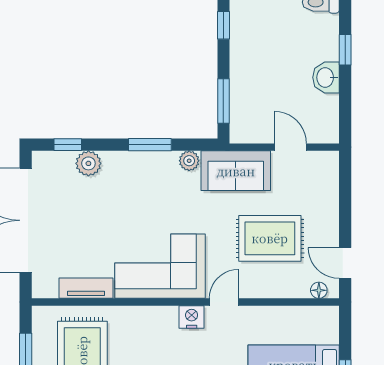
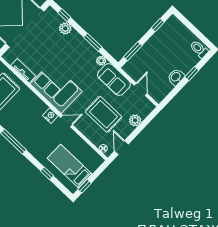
plant: (327, 202) -> (135, 120), added

